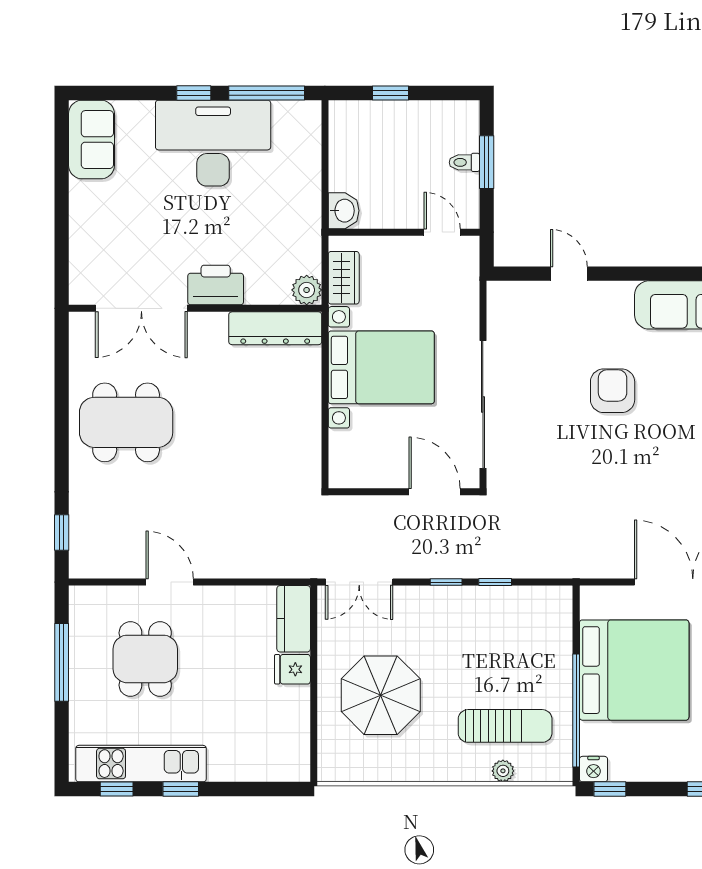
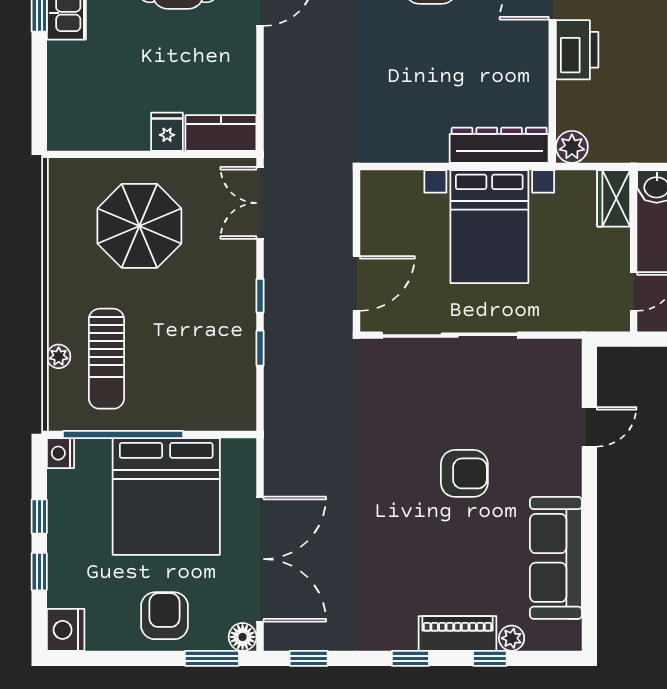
wardrobe: (344, 278) -> (614, 198), moved, turned 90
dresser: (275, 328) -> (499, 145), moved, turned 90
window: (610, 789) -> (39, 517), moved

